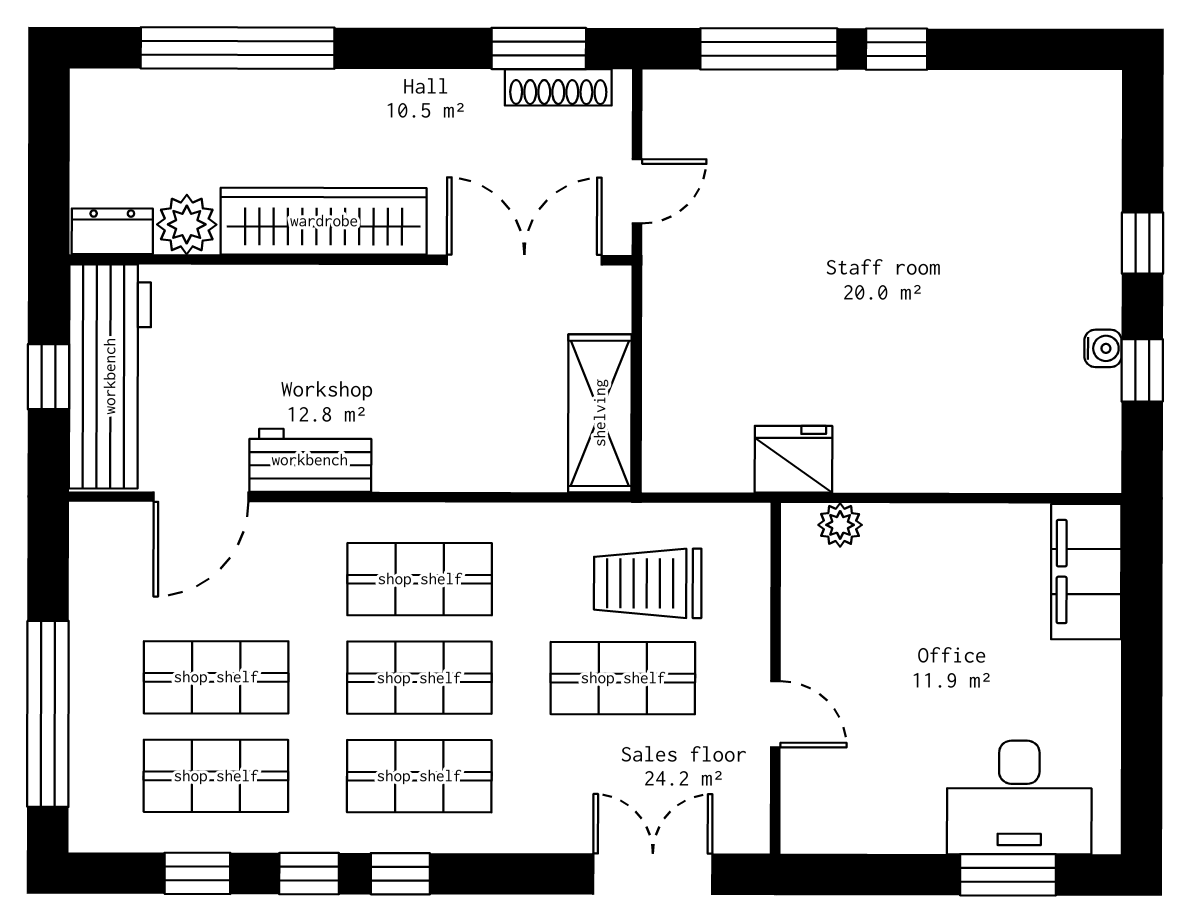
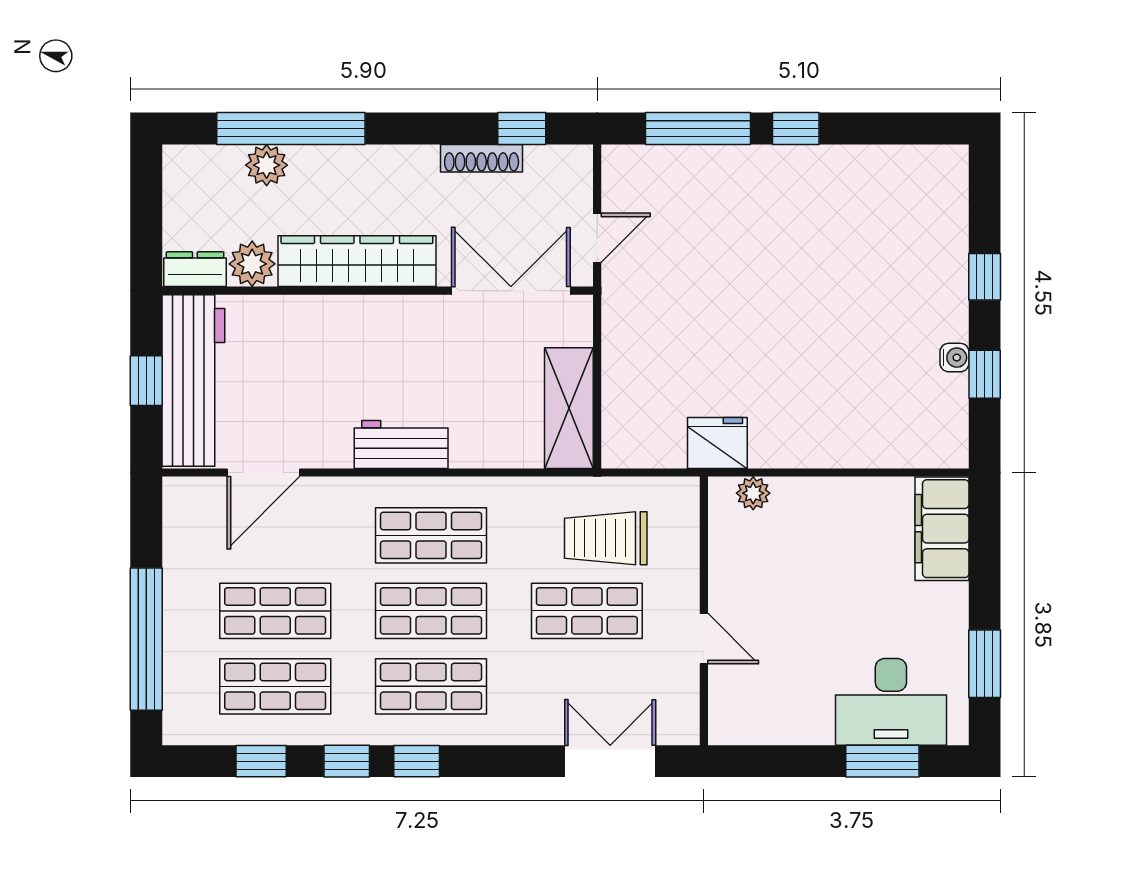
window: (539, 49) -> (522, 128), width x0.67
shoe rack: (558, 87) -> (482, 158), moved
plant: (206, 96) -> (267, 165), added
workbench: (310, 460) -> (401, 444), moved
window: (1142, 748) -> (985, 664), added

